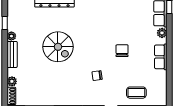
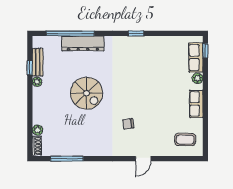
chair: (122, 51) -> (155, 97), removed
bench: (12, 54) -> (38, 62), moved
coffee table: (136, 93) -> (185, 140), moved

